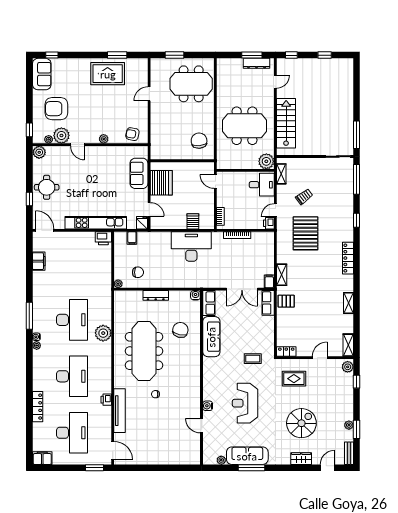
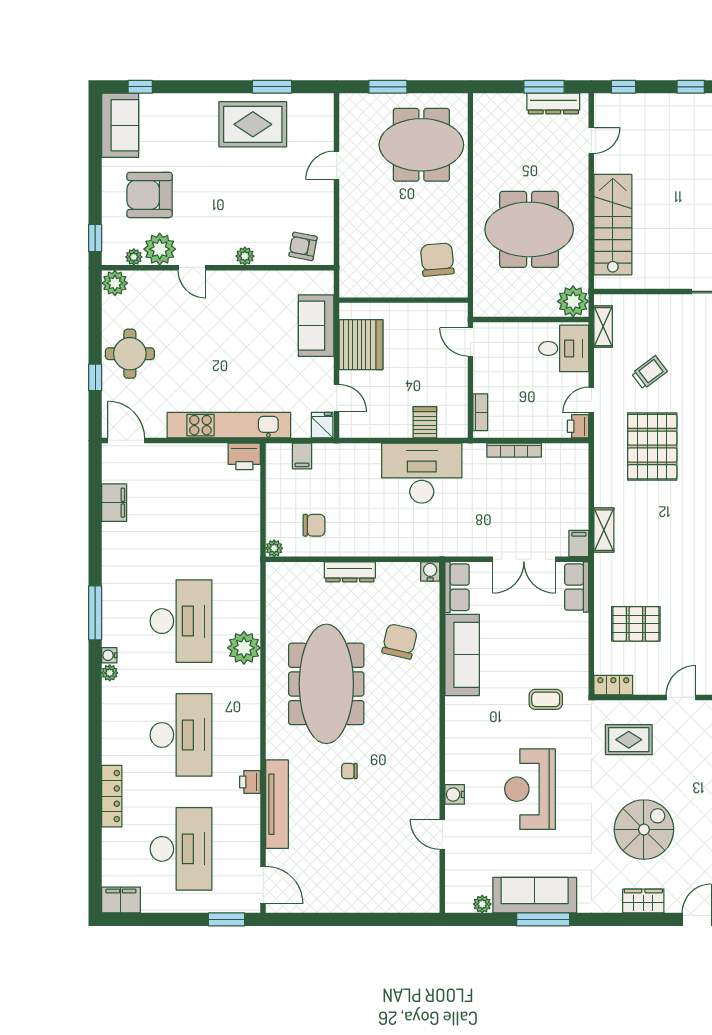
pallet: (286, 301) -> (636, 624), moved, width x1.50, depth x1.42

